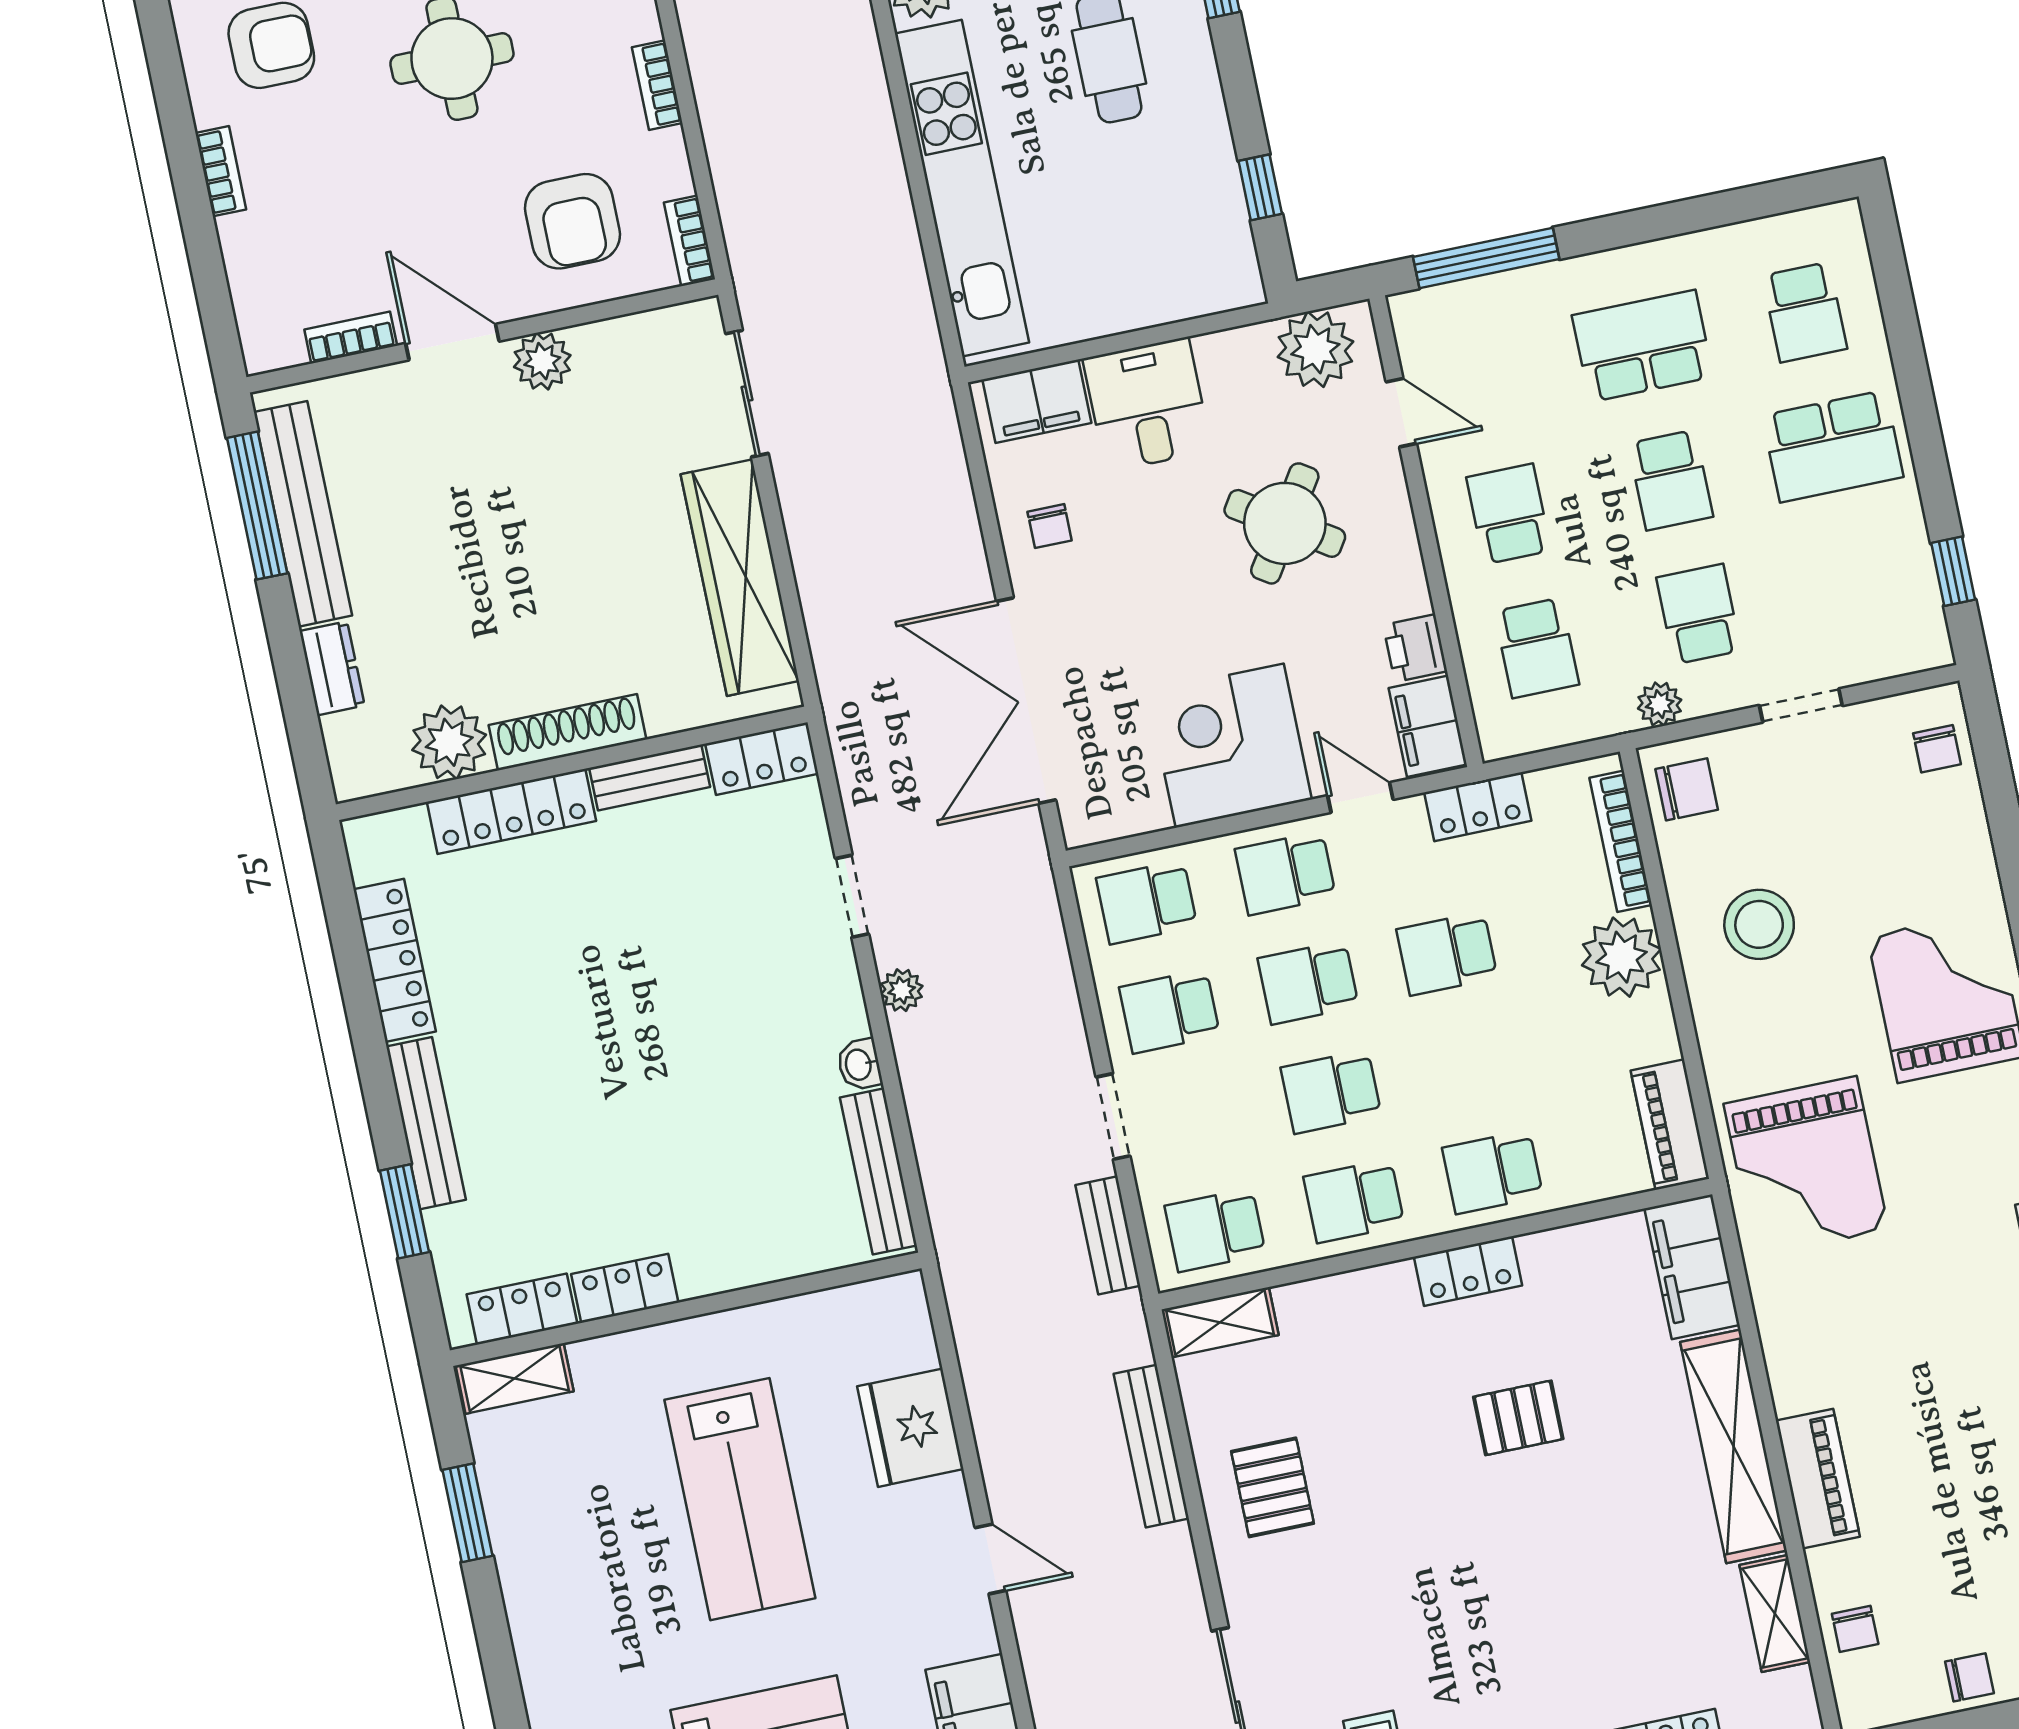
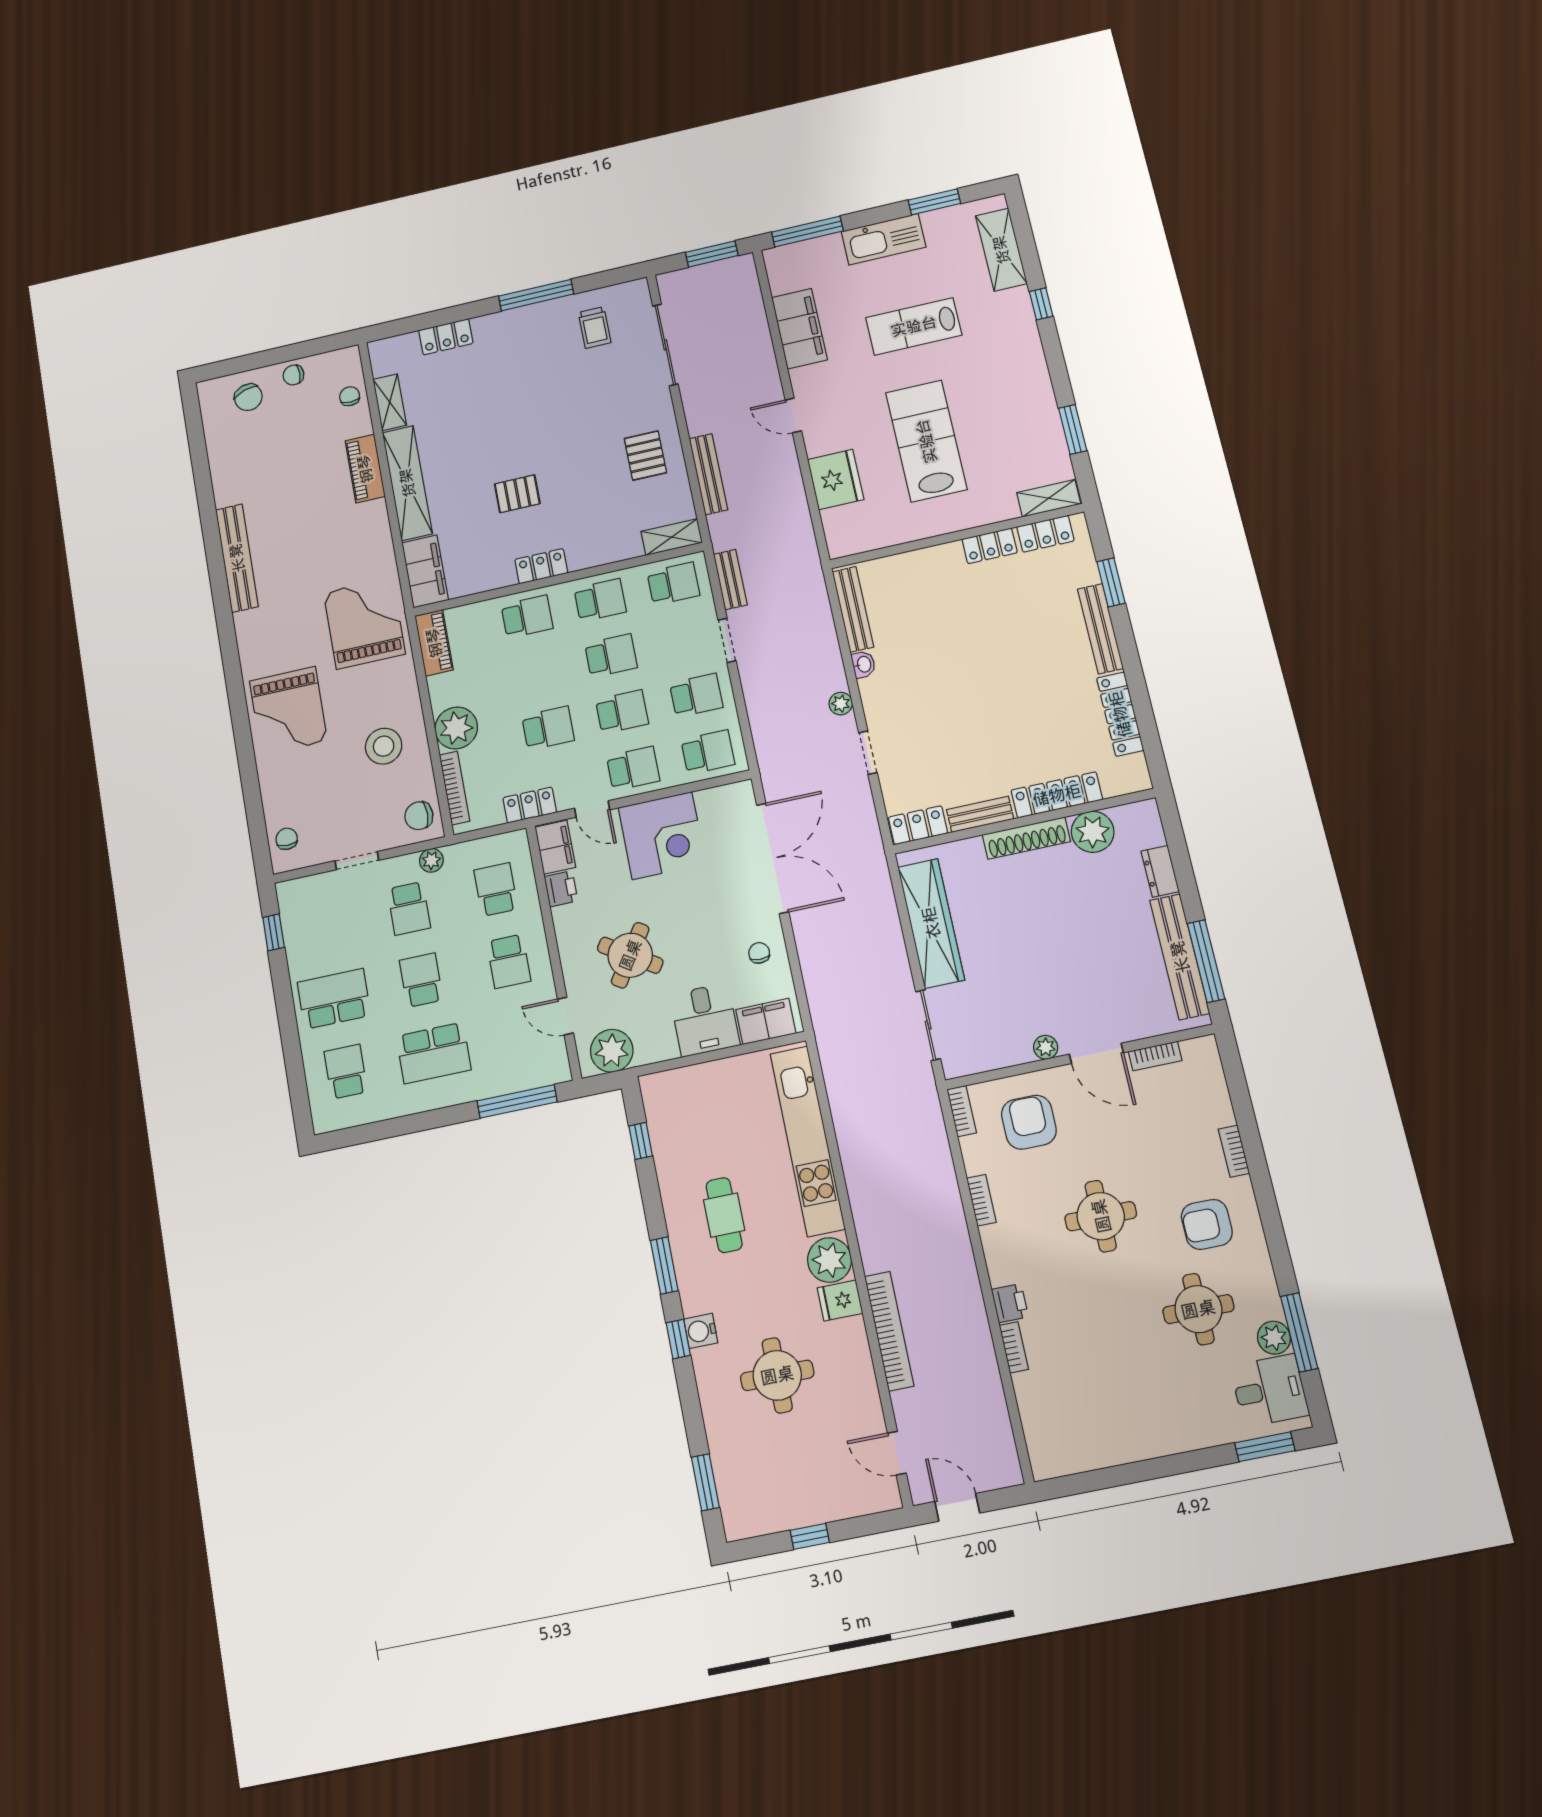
plant: (542, 361) -> (1046, 1047), width x0.73, depth x0.73

